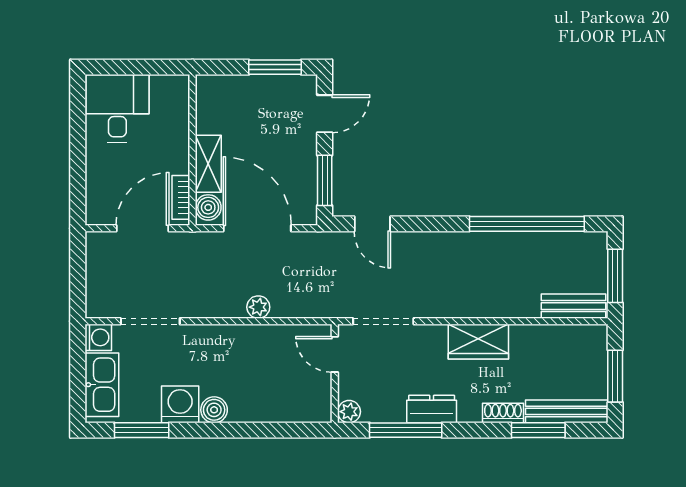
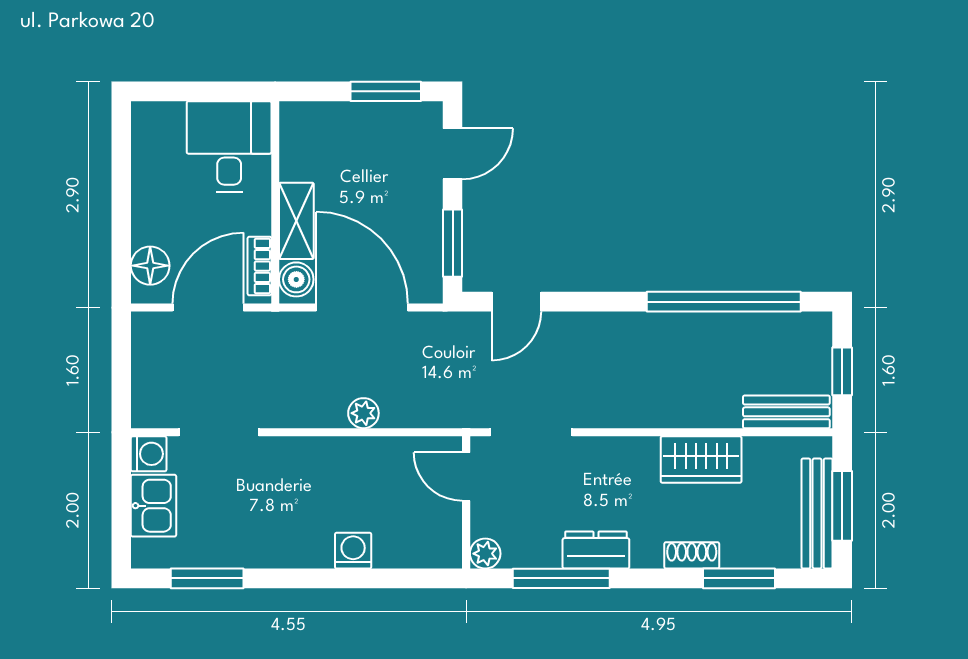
desk: (117, 108) -> (229, 147), moved
floor lamp: (99, 197) -> (150, 266), added
door: (372, 224) -> (516, 302), hinge flipped
window: (615, 276) -> (842, 371), width x0.67
wardrobe: (478, 342) -> (701, 460), moved
kitchen sink: (102, 385) -> (154, 506), width x0.73
washing machine: (180, 404) -> (353, 551), moved, width x0.73, depth x0.73
boiler: (214, 410) -> (304, 551), removed
bench: (567, 411) -> (817, 514), moved, turned 90

